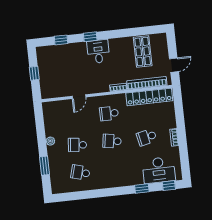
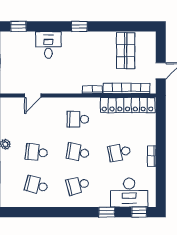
window: (90, 37) -> (79, 26), moved
window: (61, 40) -> (18, 26), moved
desk: (98, 51) -> (48, 45), moved
door: (79, 97) -> (33, 96), moved
school desk: (115, 169) -> (78, 185), added

